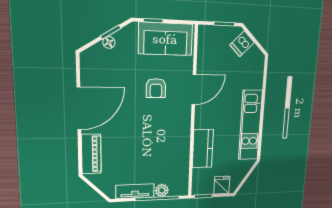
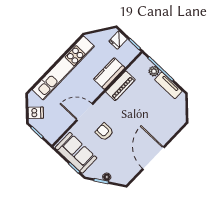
armchair: (156, 88) -> (104, 132), turned -90
door: (79, 109) -> (153, 158), hinge flipped
kitchen unit: (250, 125) -> (63, 68), width x1.36
piano: (91, 154) -> (120, 86), moved, turned 180

